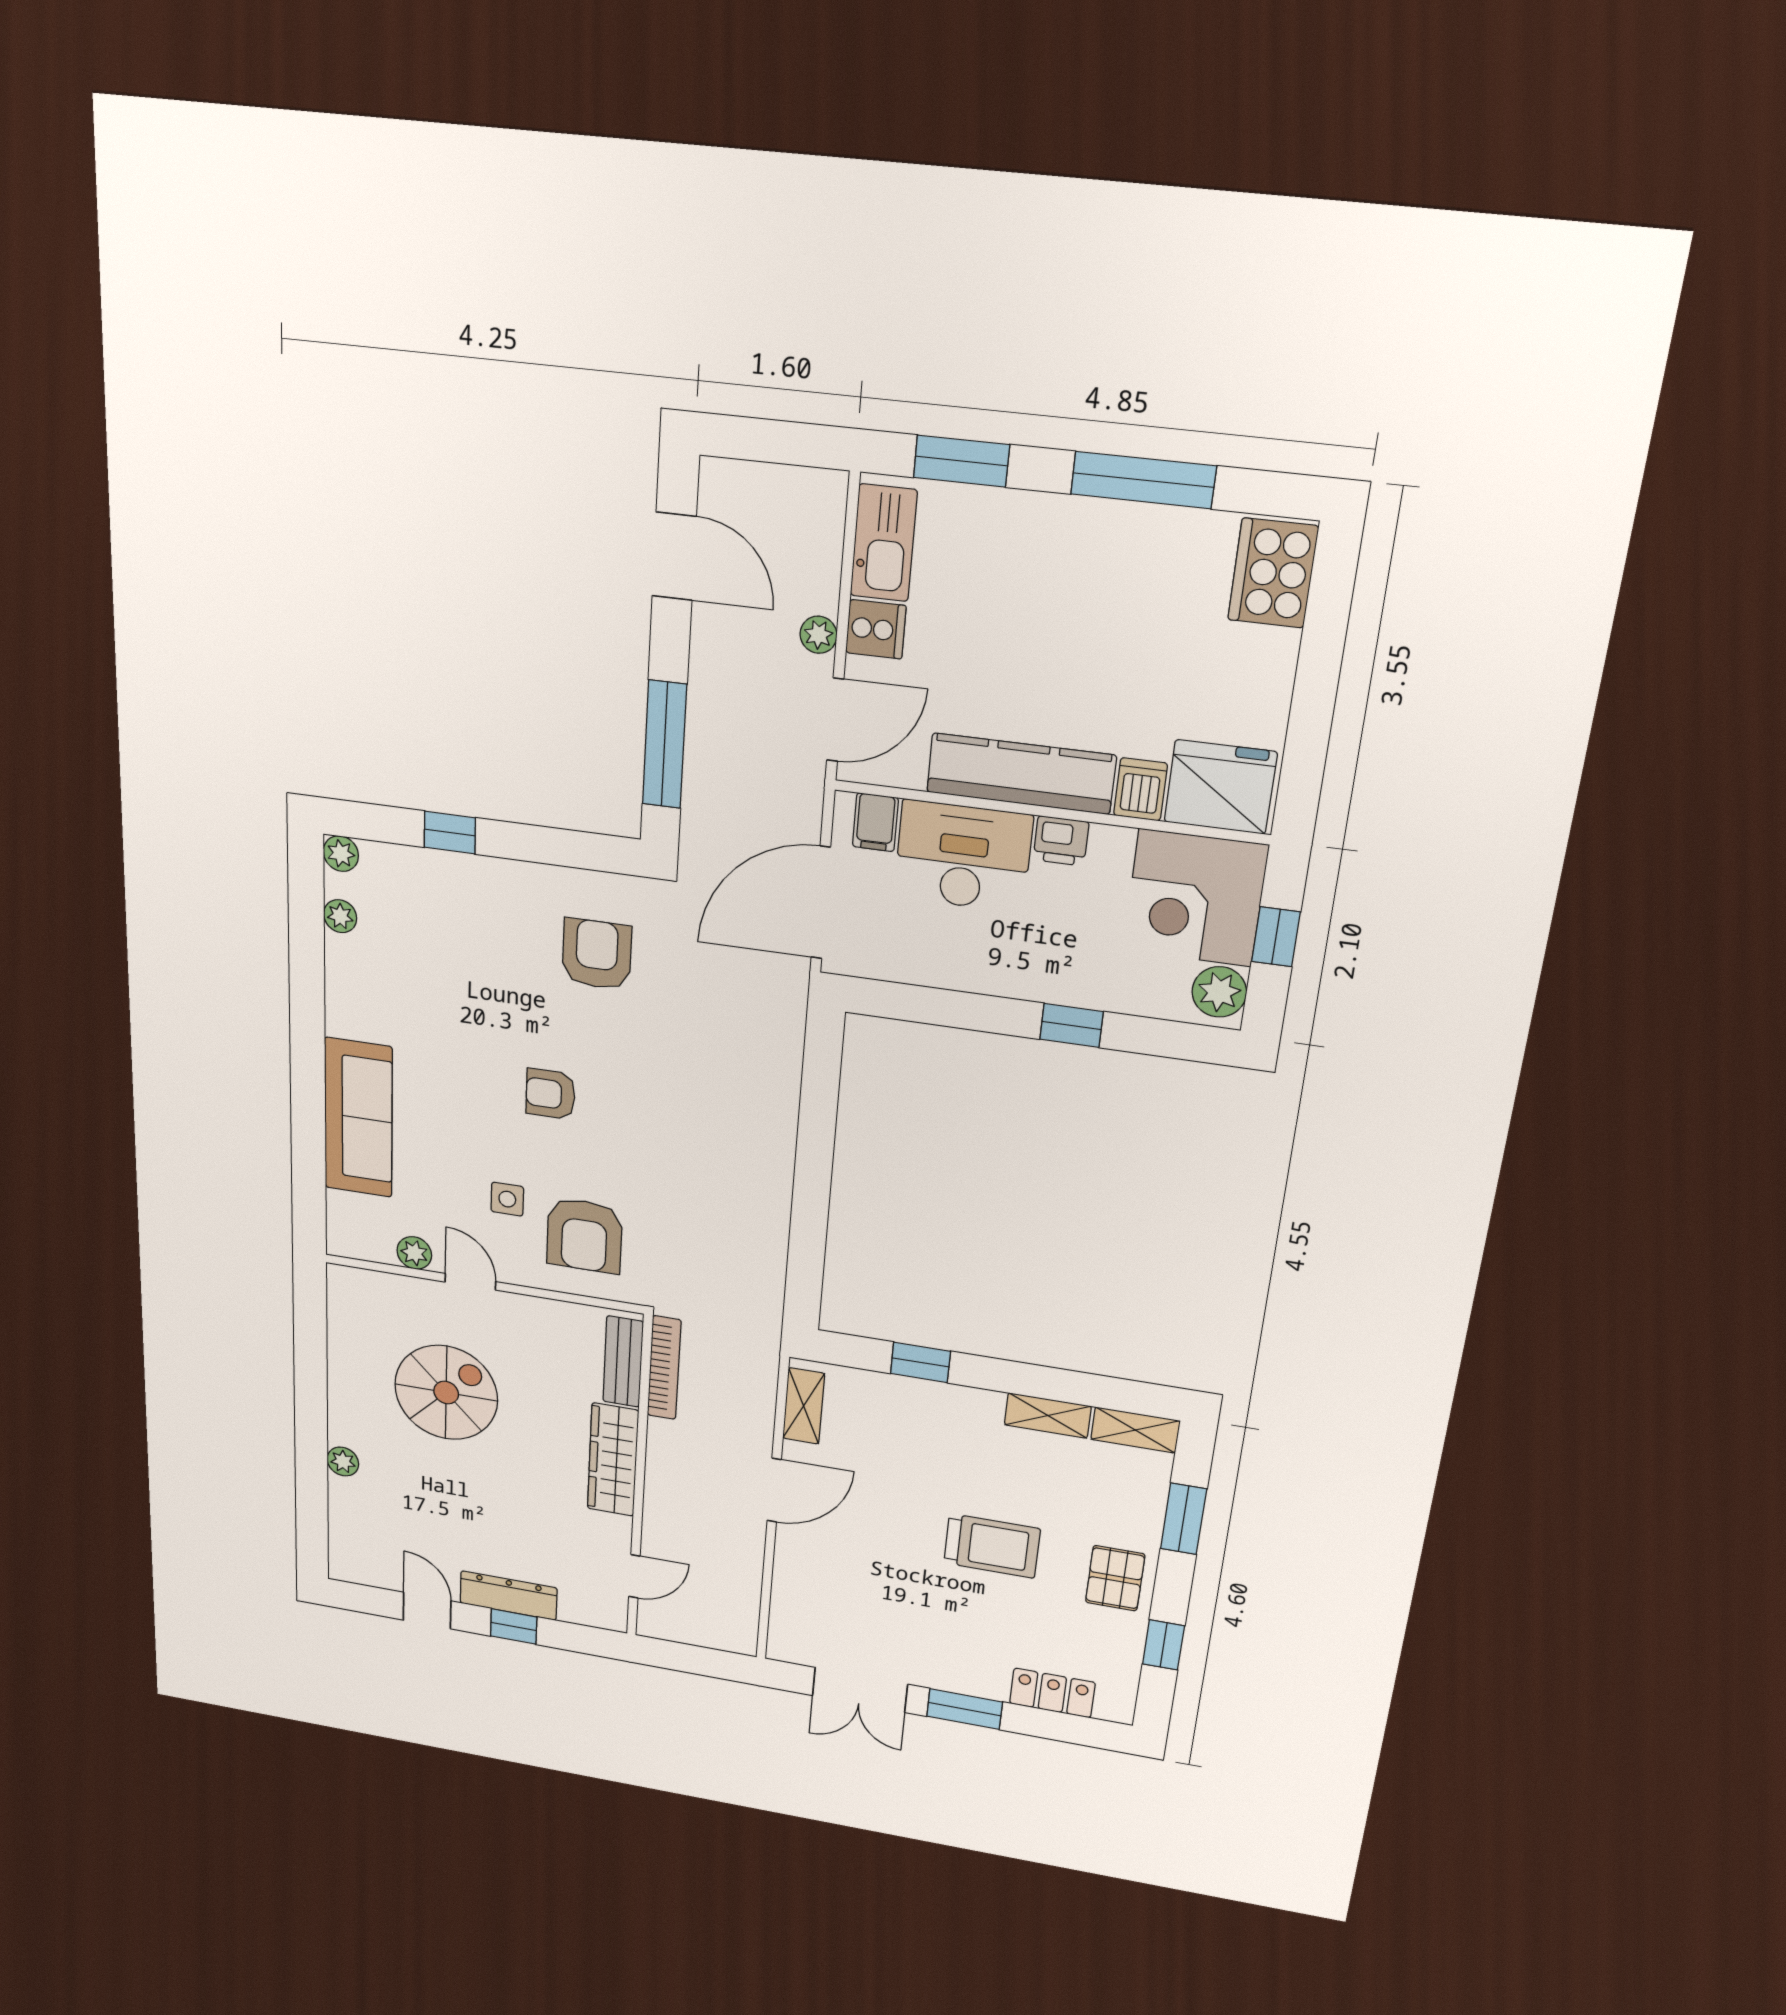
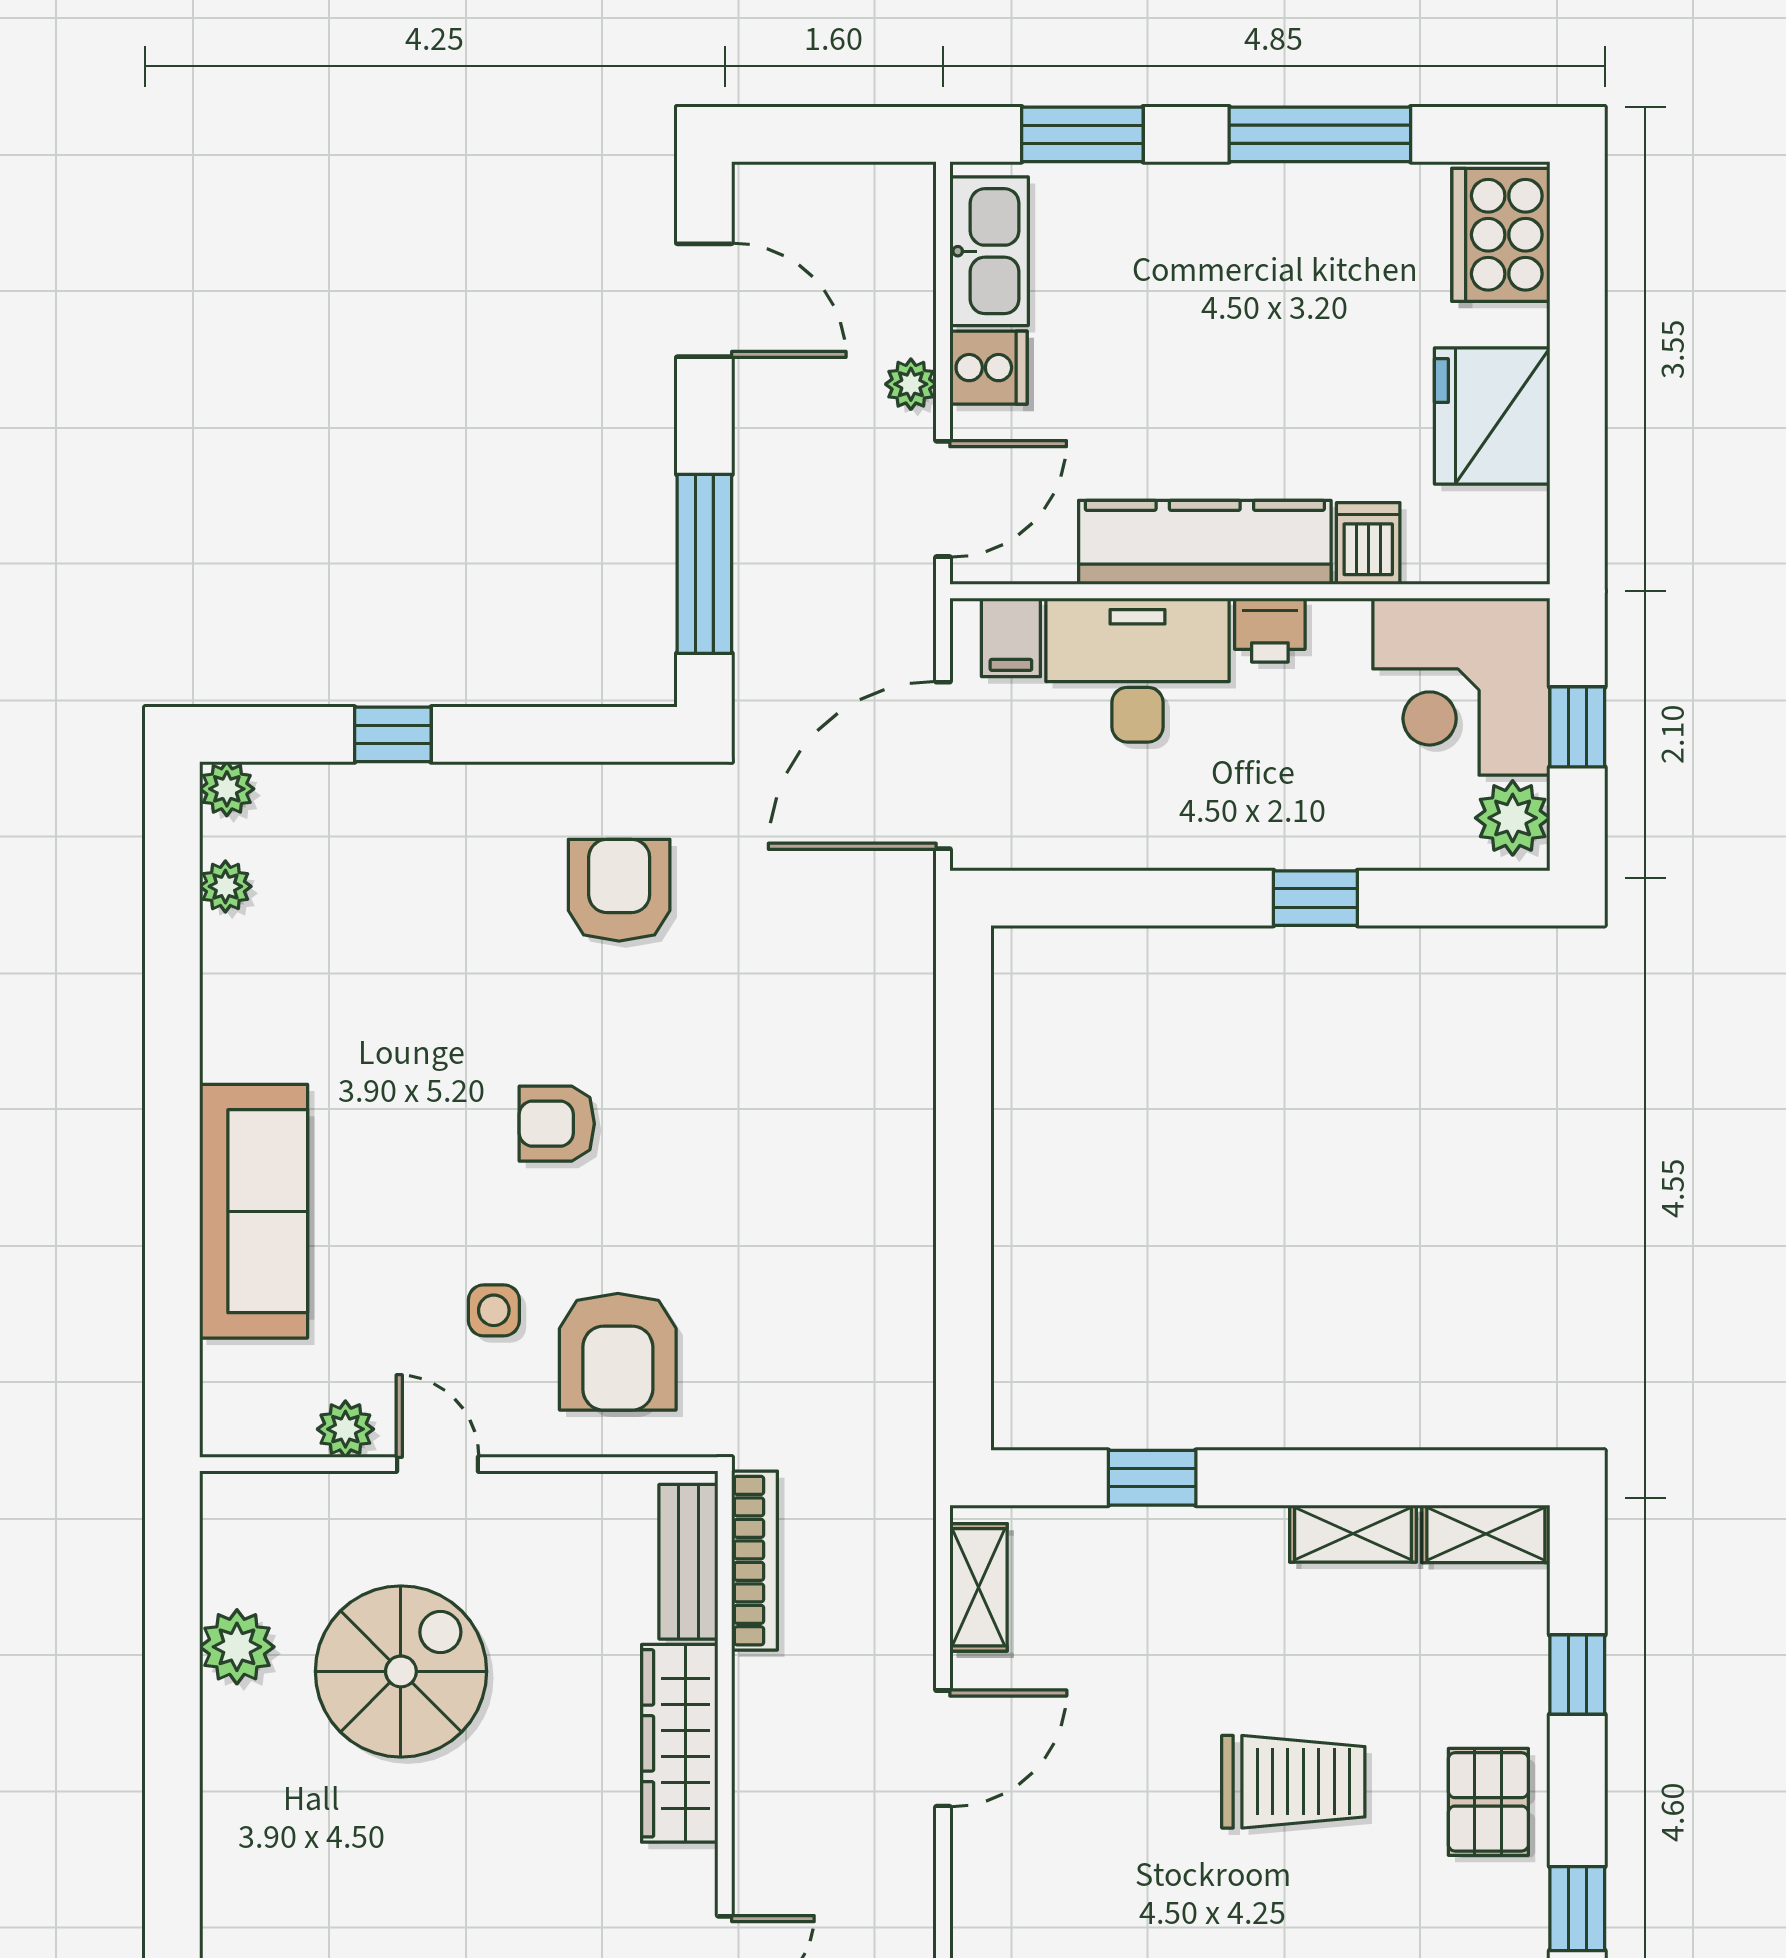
fridge: (1220, 787) -> (1492, 416), moved, turned -90
plant: (343, 1462) -> (237, 1647), moved, width x1.38, depth x1.38
window: (1184, 1519) -> (1577, 1675), width x0.67

